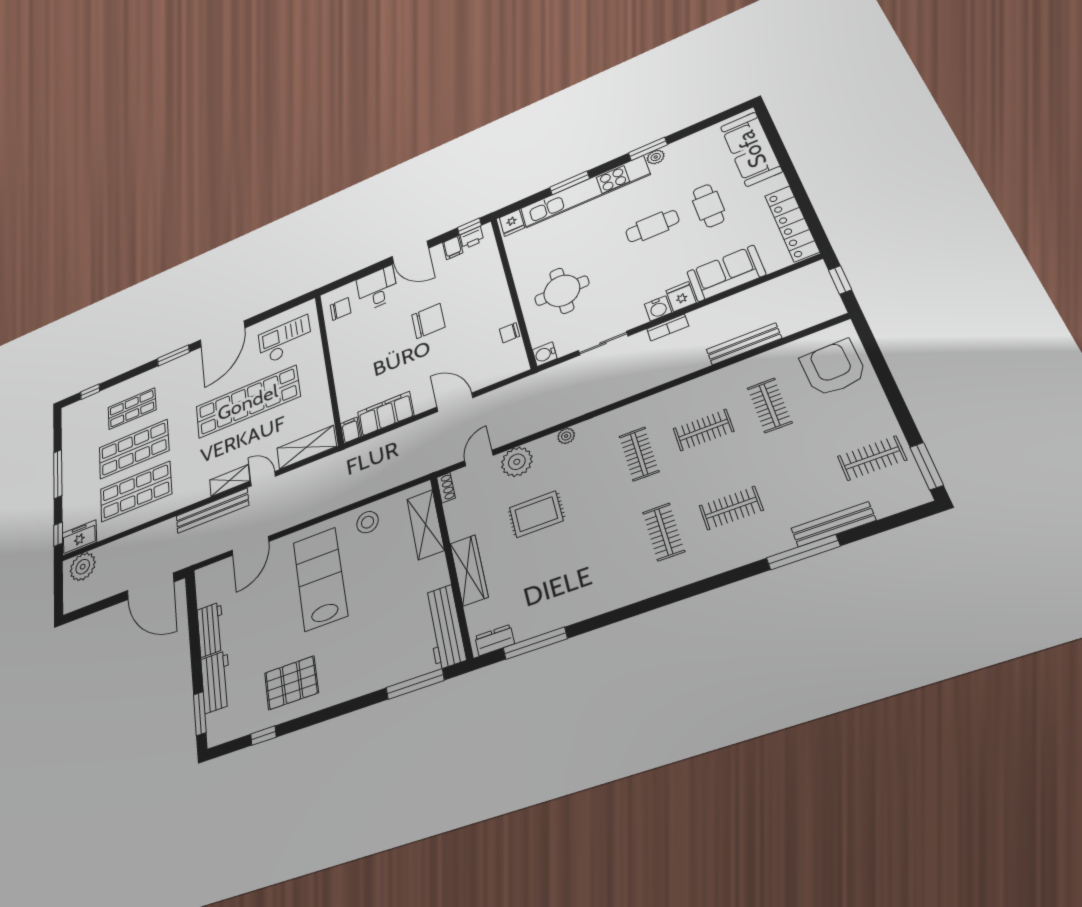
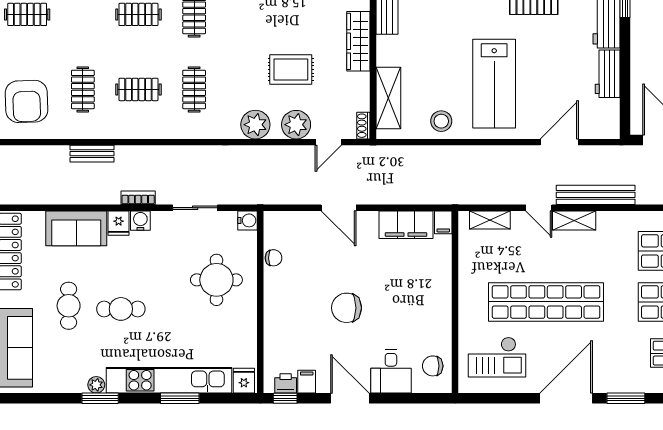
bench: (744, 344) -> (92, 154), width x0.73
plant: (566, 436) -> (255, 125), width x1.87, depth x1.87
shelving: (306, 447) -> (490, 220), width x0.67, depth x0.75

